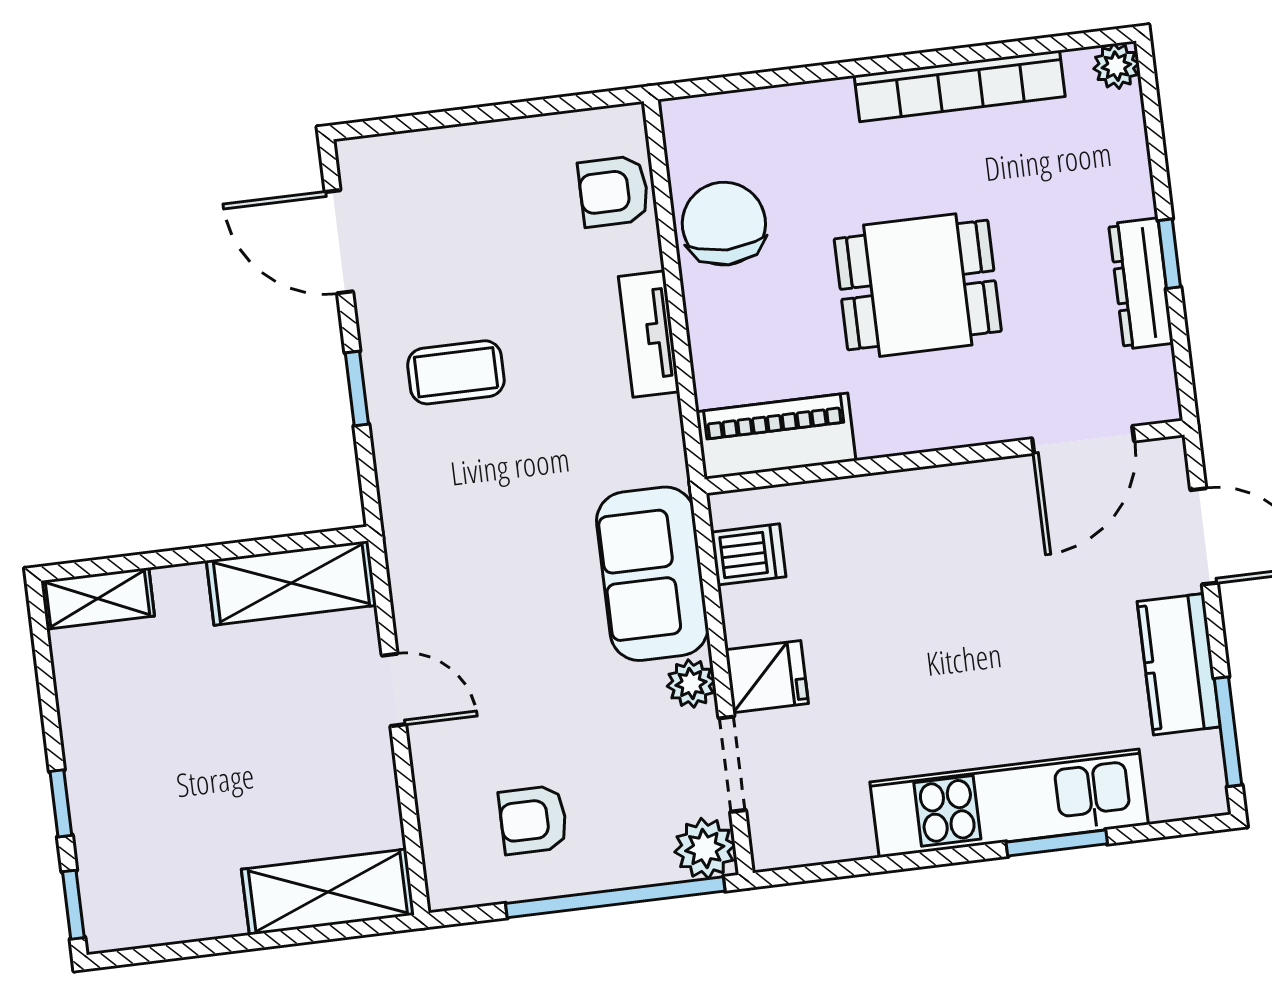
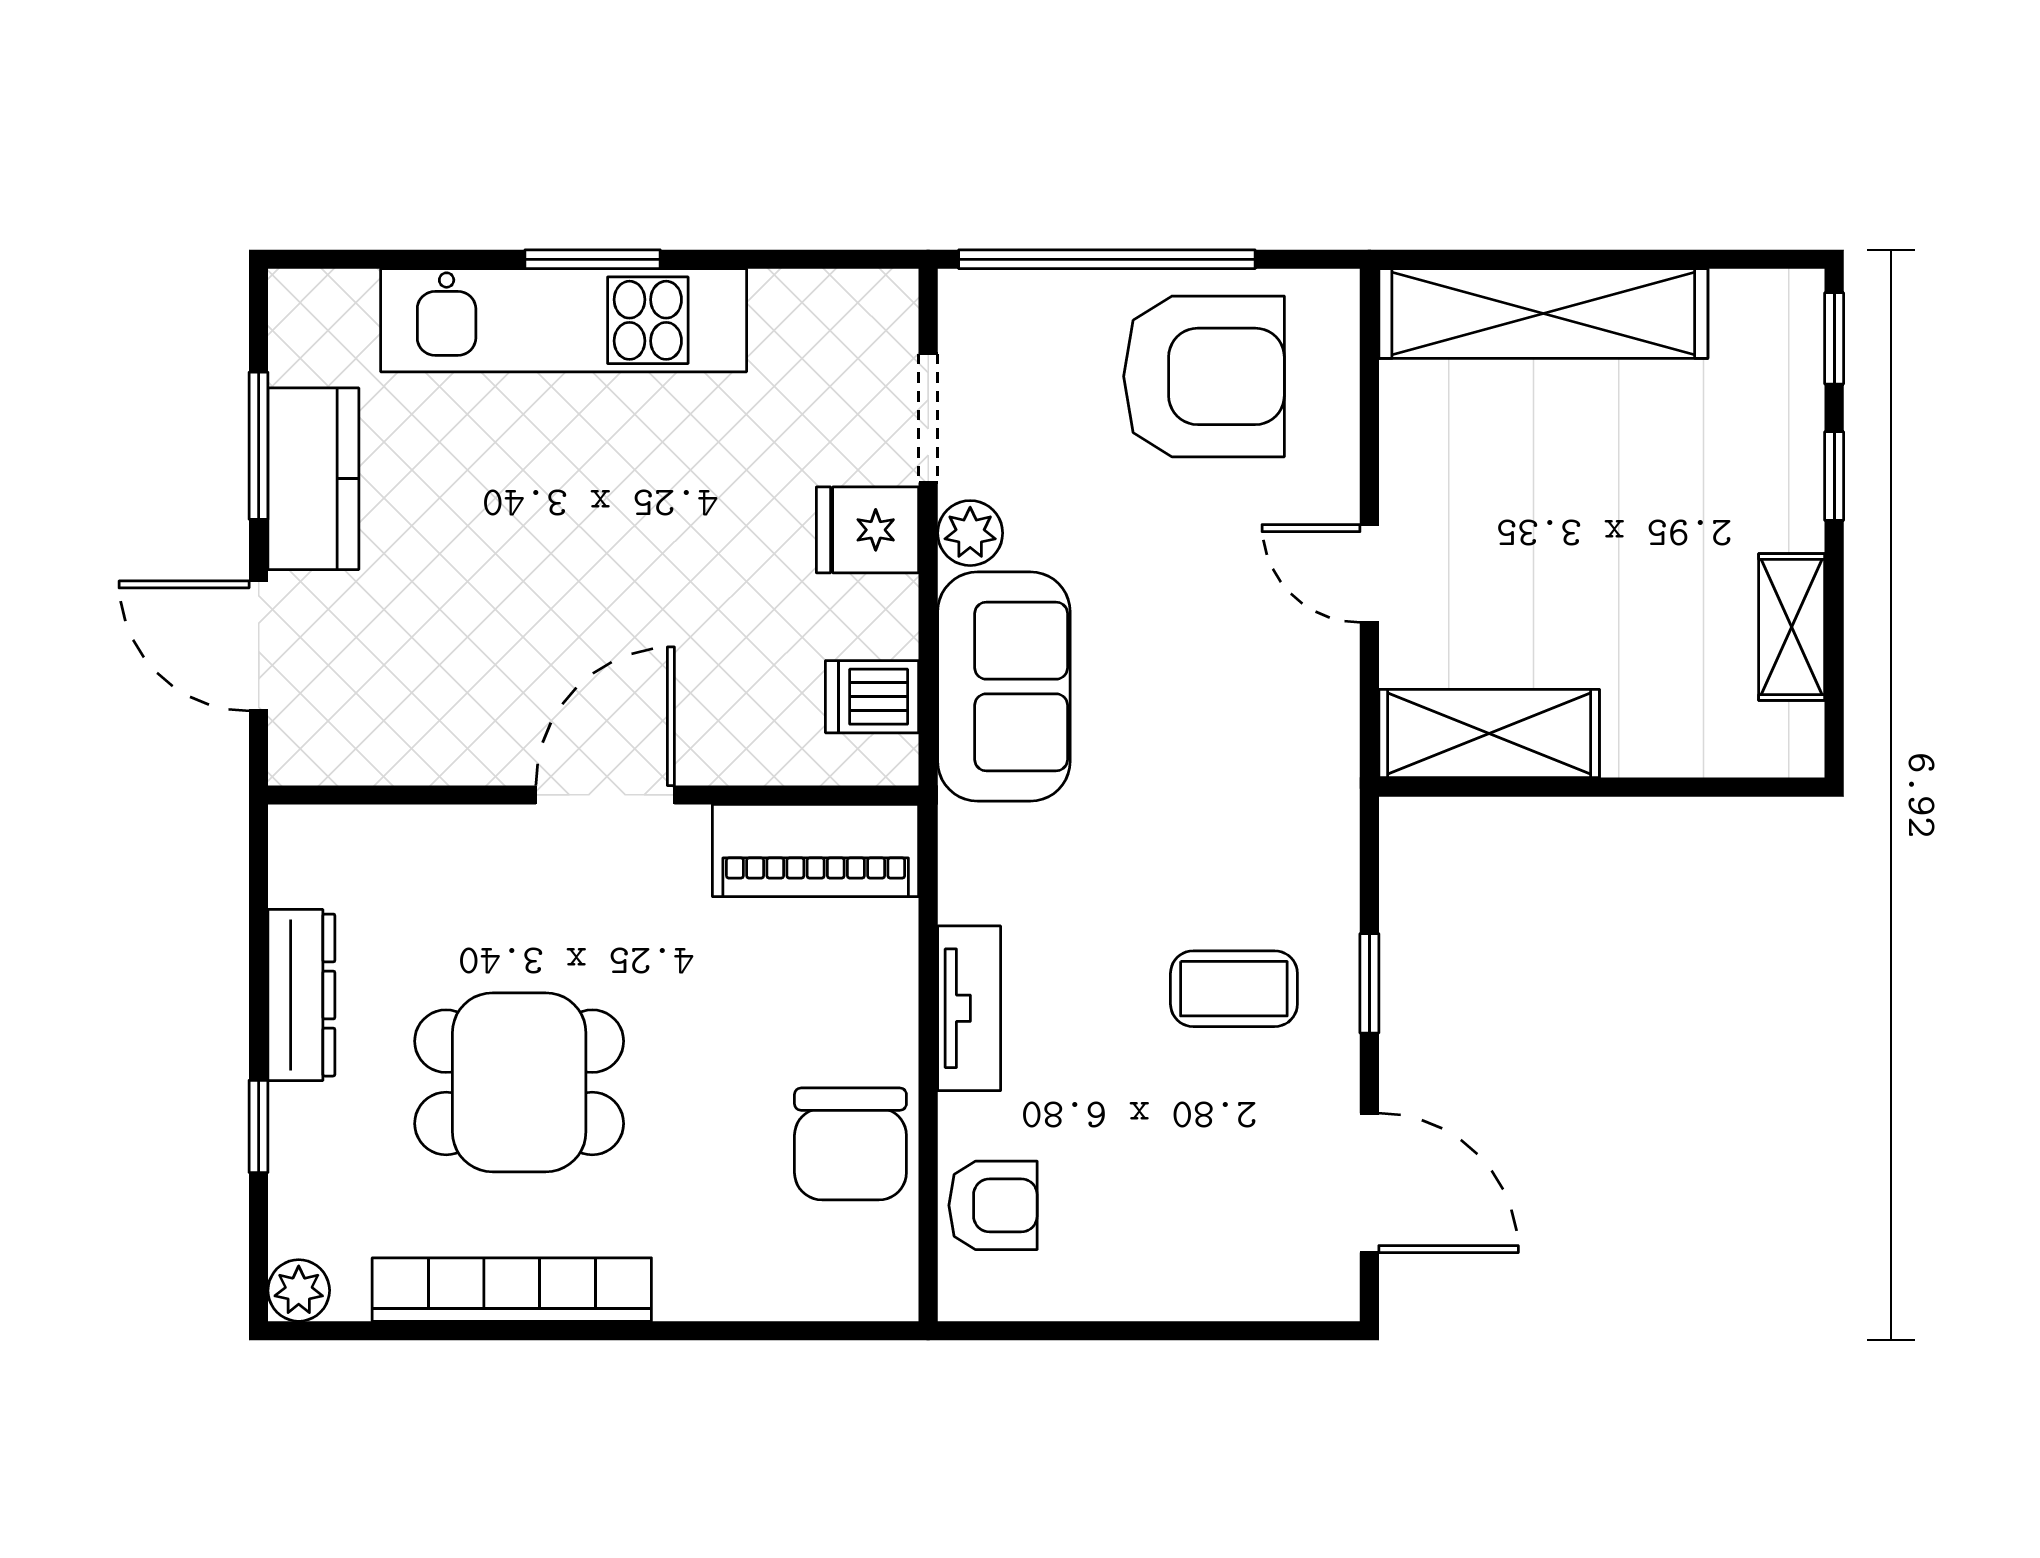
window: (1169, 254) -> (259, 1126), moved
dining table: (918, 285) -> (519, 1082), moved
door: (1083, 440) -> (605, 795), moved
shelving: (98, 599) -> (1792, 627), moved, turned 90
window: (1228, 732) -> (259, 446), moved
armchair: (533, 820) -> (1204, 376), width x1.88, depth x1.88
window: (1057, 843) -> (593, 259), moved
plant: (705, 848) -> (979, 310), removed
shelving: (328, 892) -> (1543, 314), width x1.47

